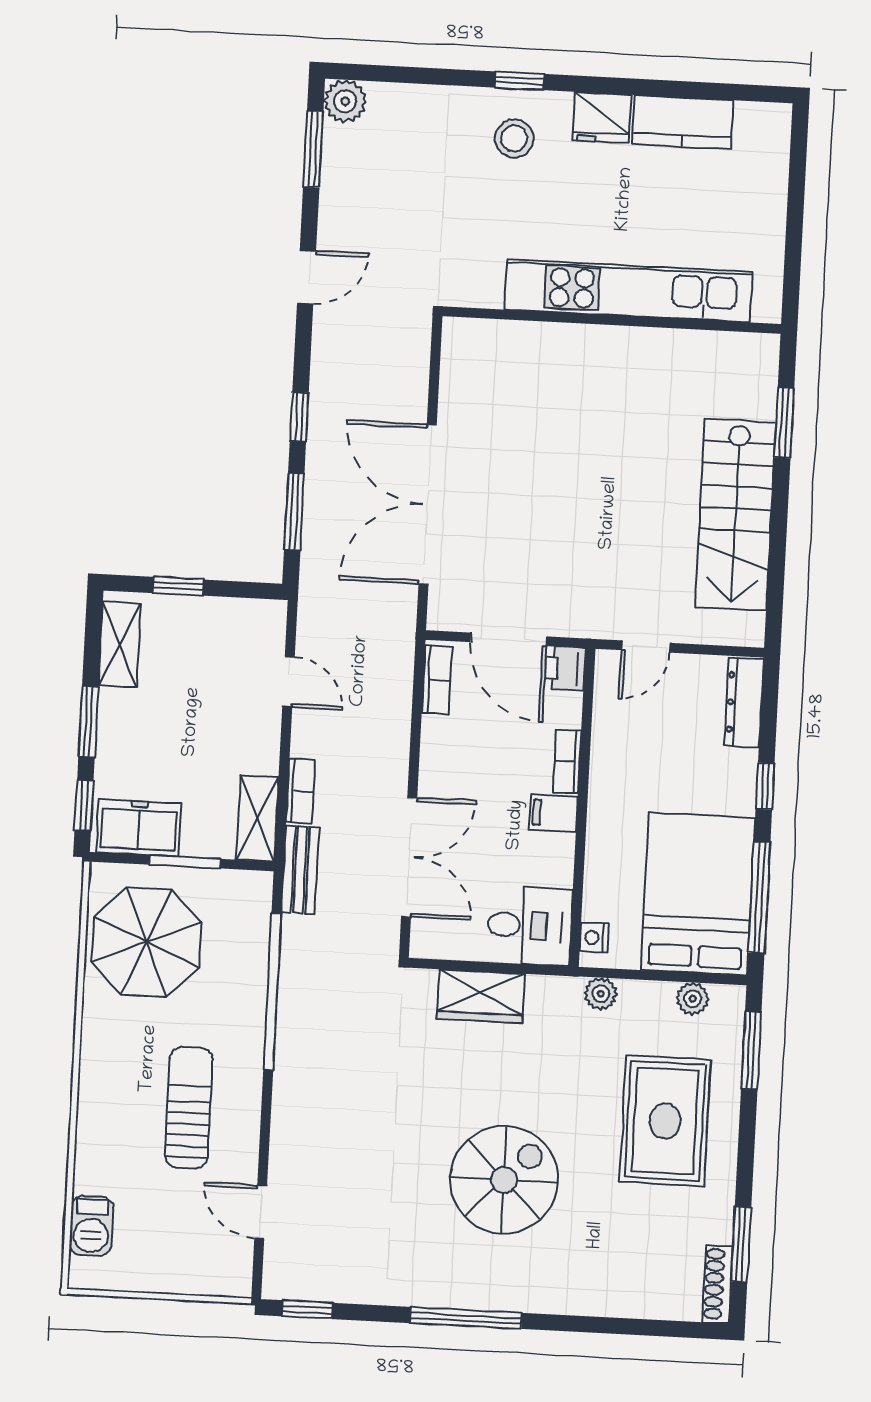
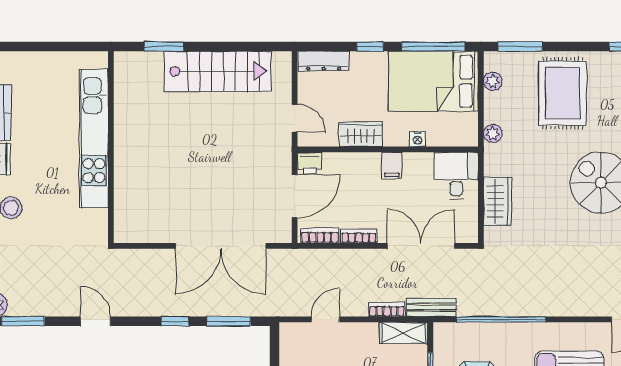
bookcase: (567, 761) -> (359, 236), moved, turned 180
wardrobe: (612, 762) -> (361, 134), added
nightstand: (594, 938) -> (418, 139), moved
rug: (665, 1121) -> (563, 93), turned 90

